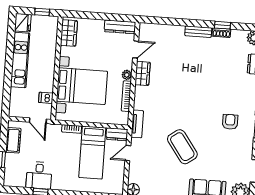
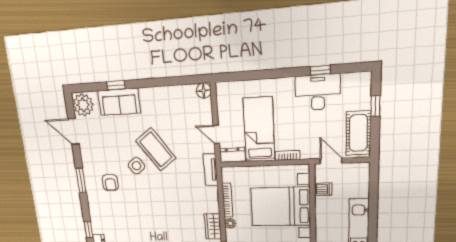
side table: (203, 135) -> (136, 166), added
cot: (13, 140) -> (358, 133), width x1.37, depth x1.34
door: (128, 153) -> (216, 134), swing flipped
desk: (39, 175) -> (318, 92), width x1.37

